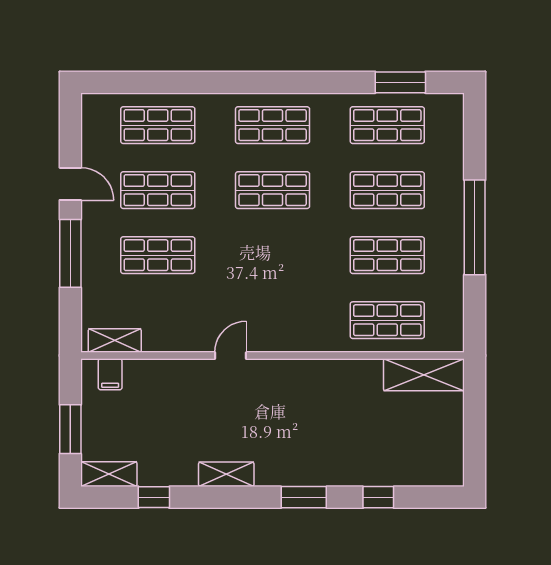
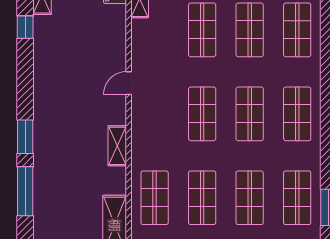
shop shelf: (273, 255) -> (202, 114), added
door: (231, 356) -> (129, 83), swing flipped
shelving: (226, 474) -> (117, 146), moved
window: (378, 497) -> (25, 191), width x2.17

